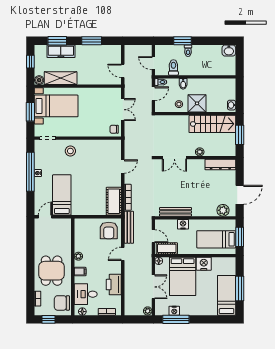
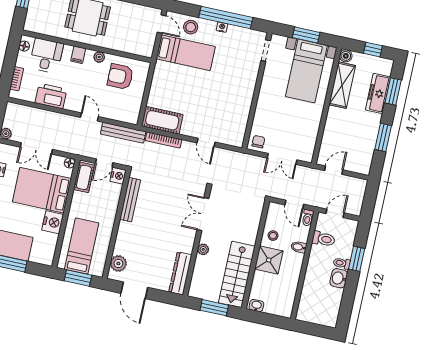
washbasin: (229, 50) -> (339, 278), moved
stool: (70, 151) -> (191, 27), moved
nightstand: (183, 224) -> (118, 176), moved
armchair: (109, 230) -> (120, 77), moved
chair: (62, 303) -> (42, 21), removed

